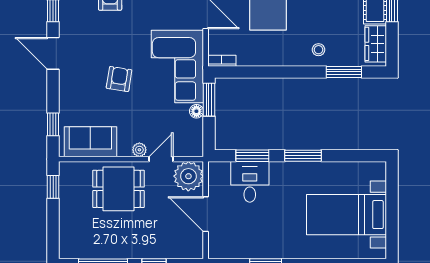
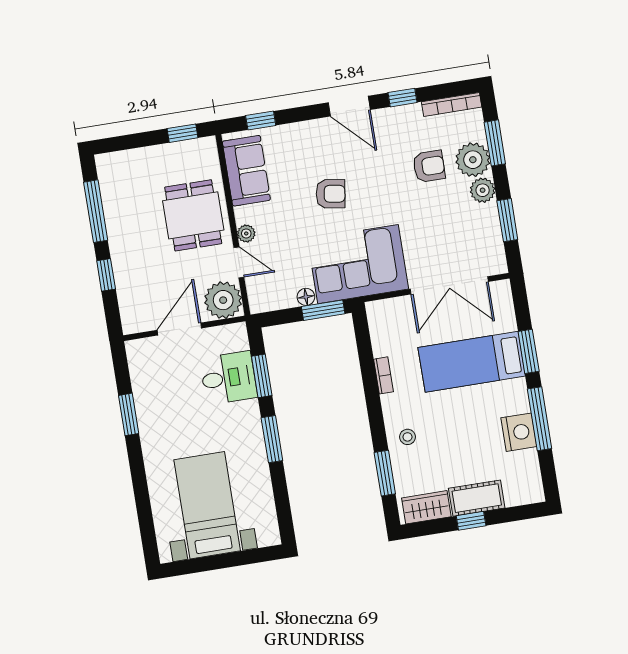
door: (53, 53) -> (349, 106), swing flipped
bookcase: (222, 61) -> (383, 375), moved

